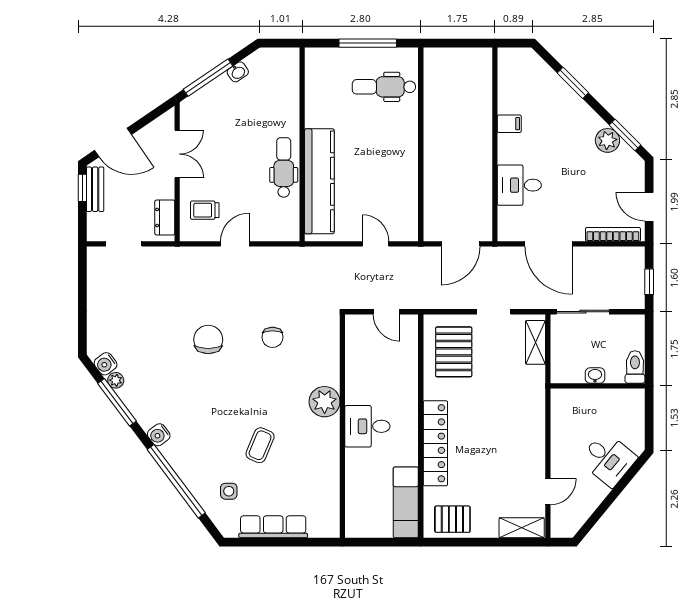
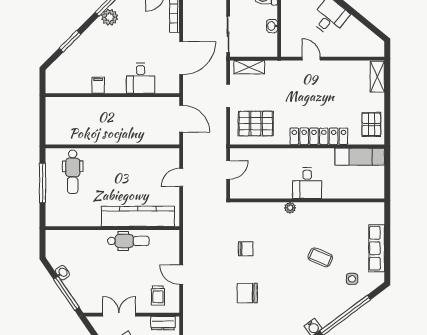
dental chair: (284, 167) -> (128, 241), turned 180
plant: (325, 402) -> (290, 208), width x0.53, depth x0.53
door: (548, 492) -> (311, 59), moved

